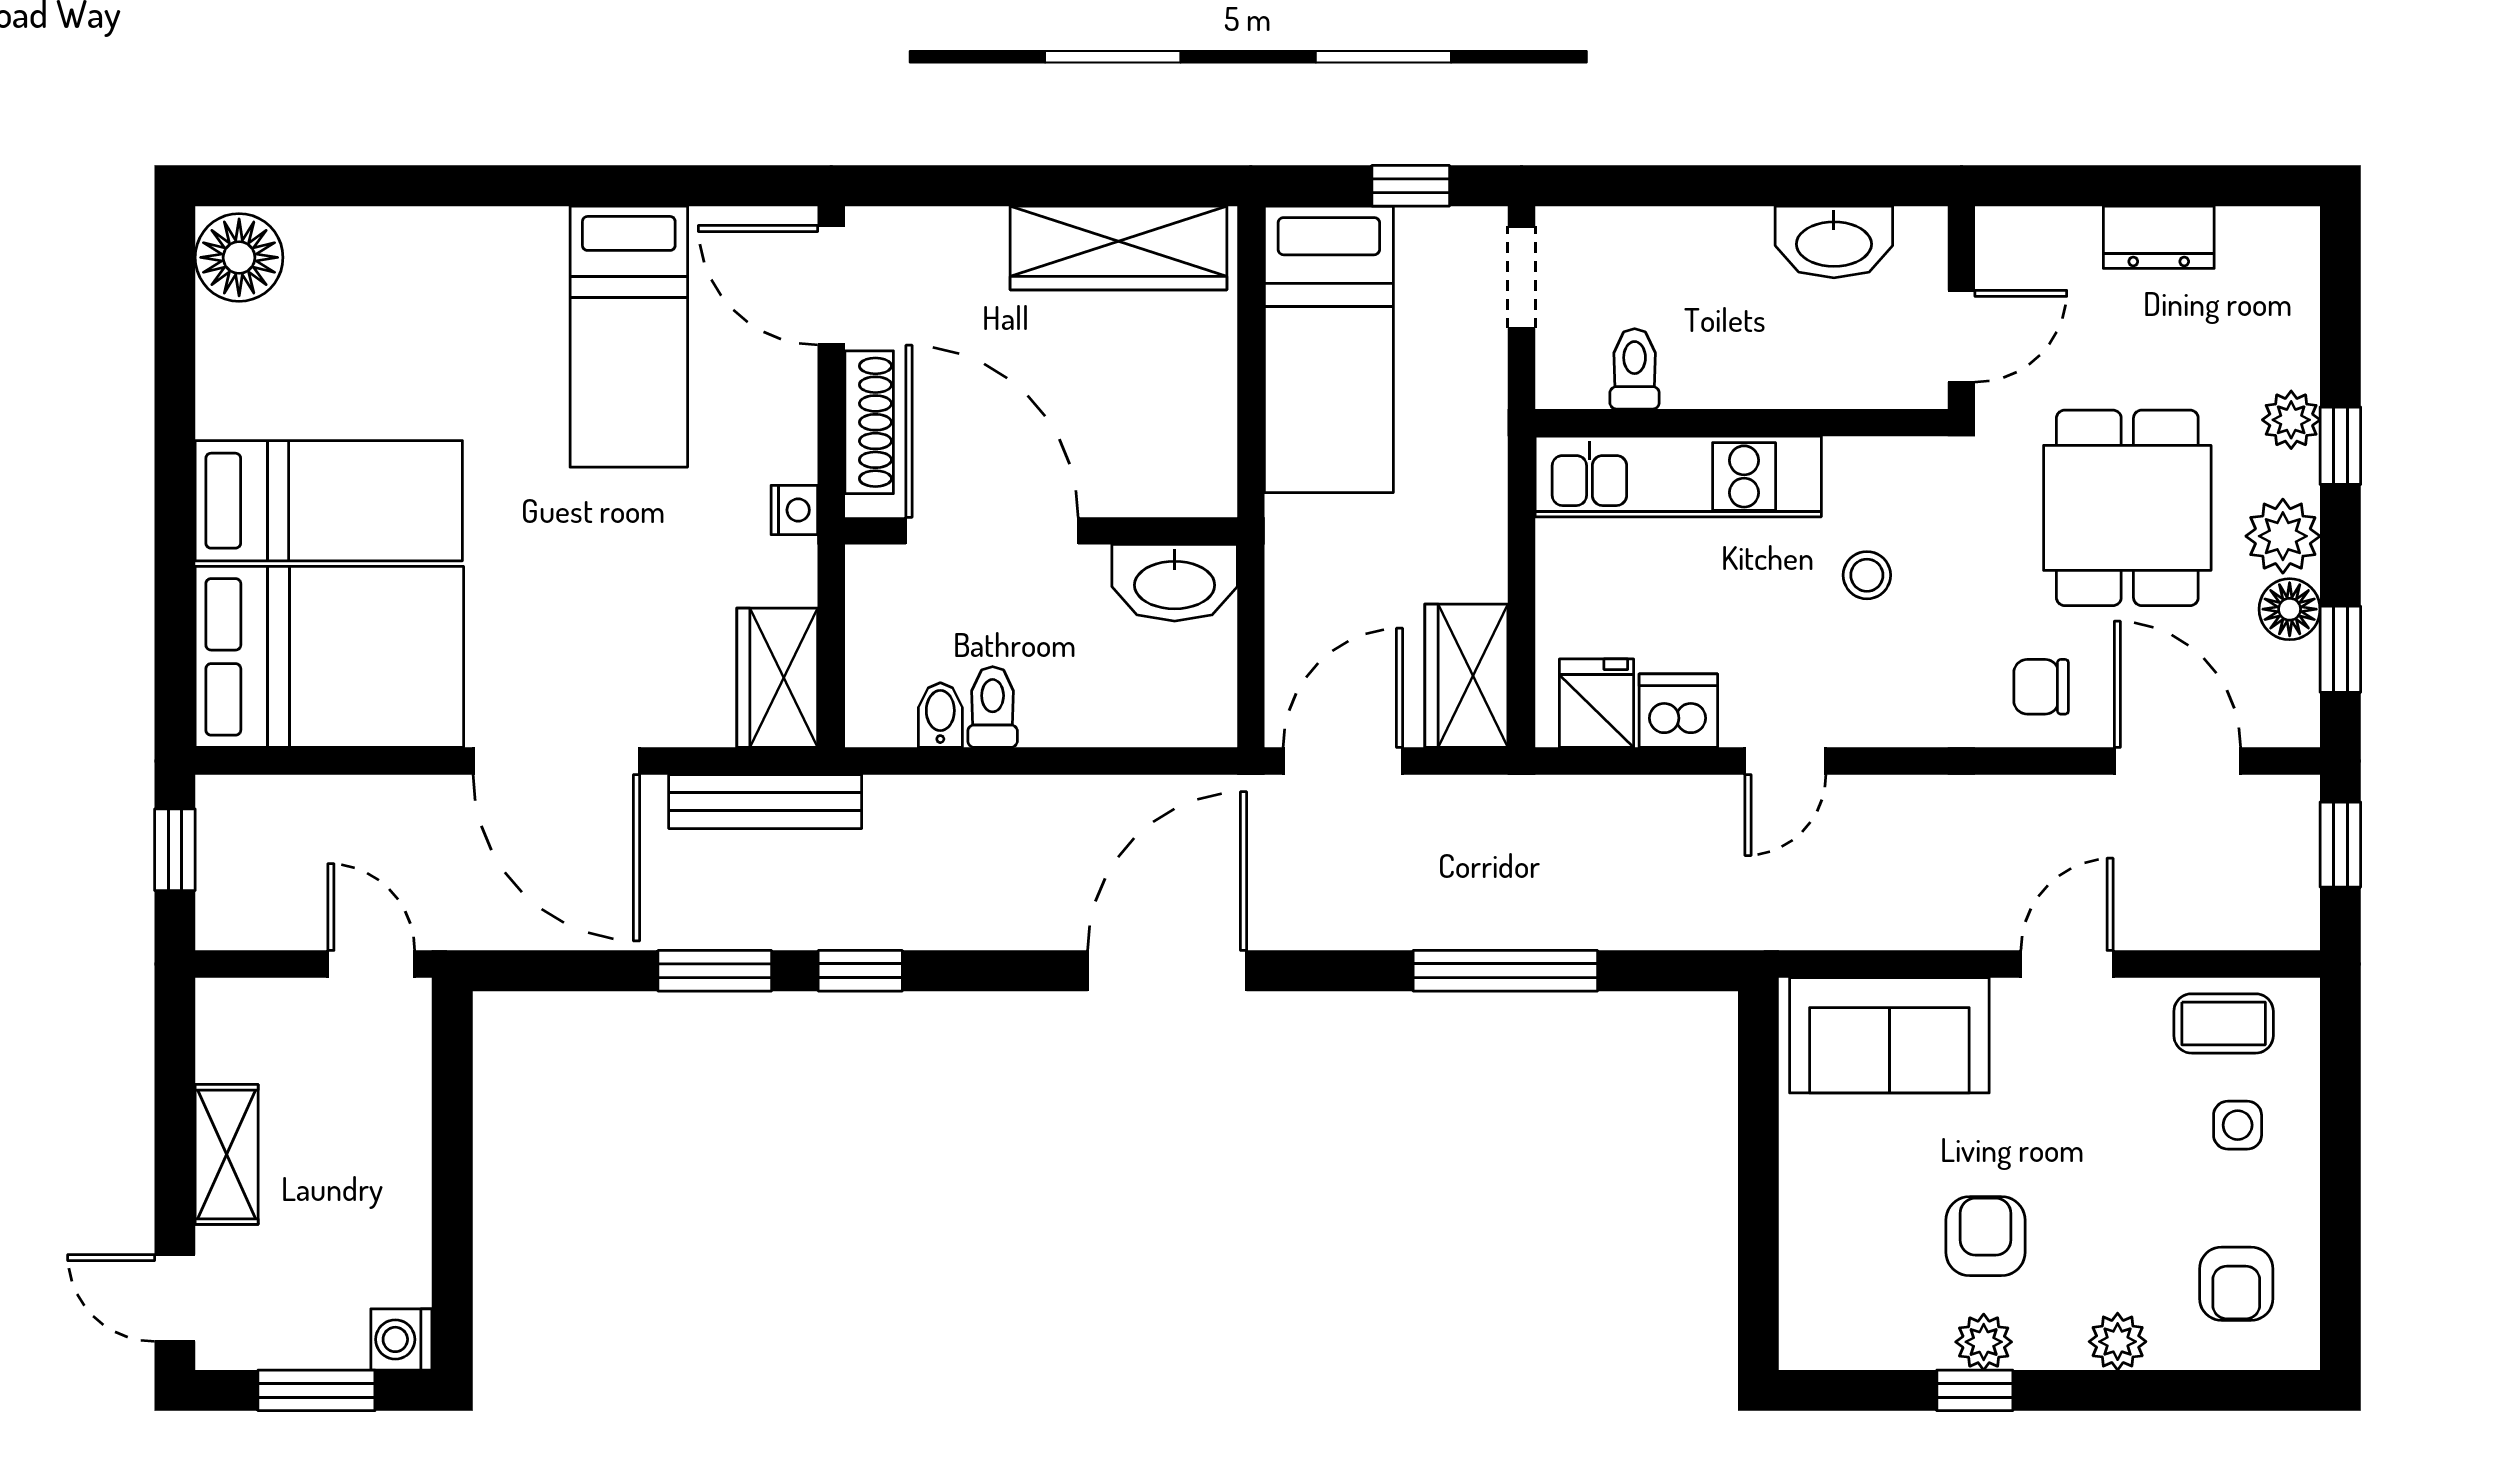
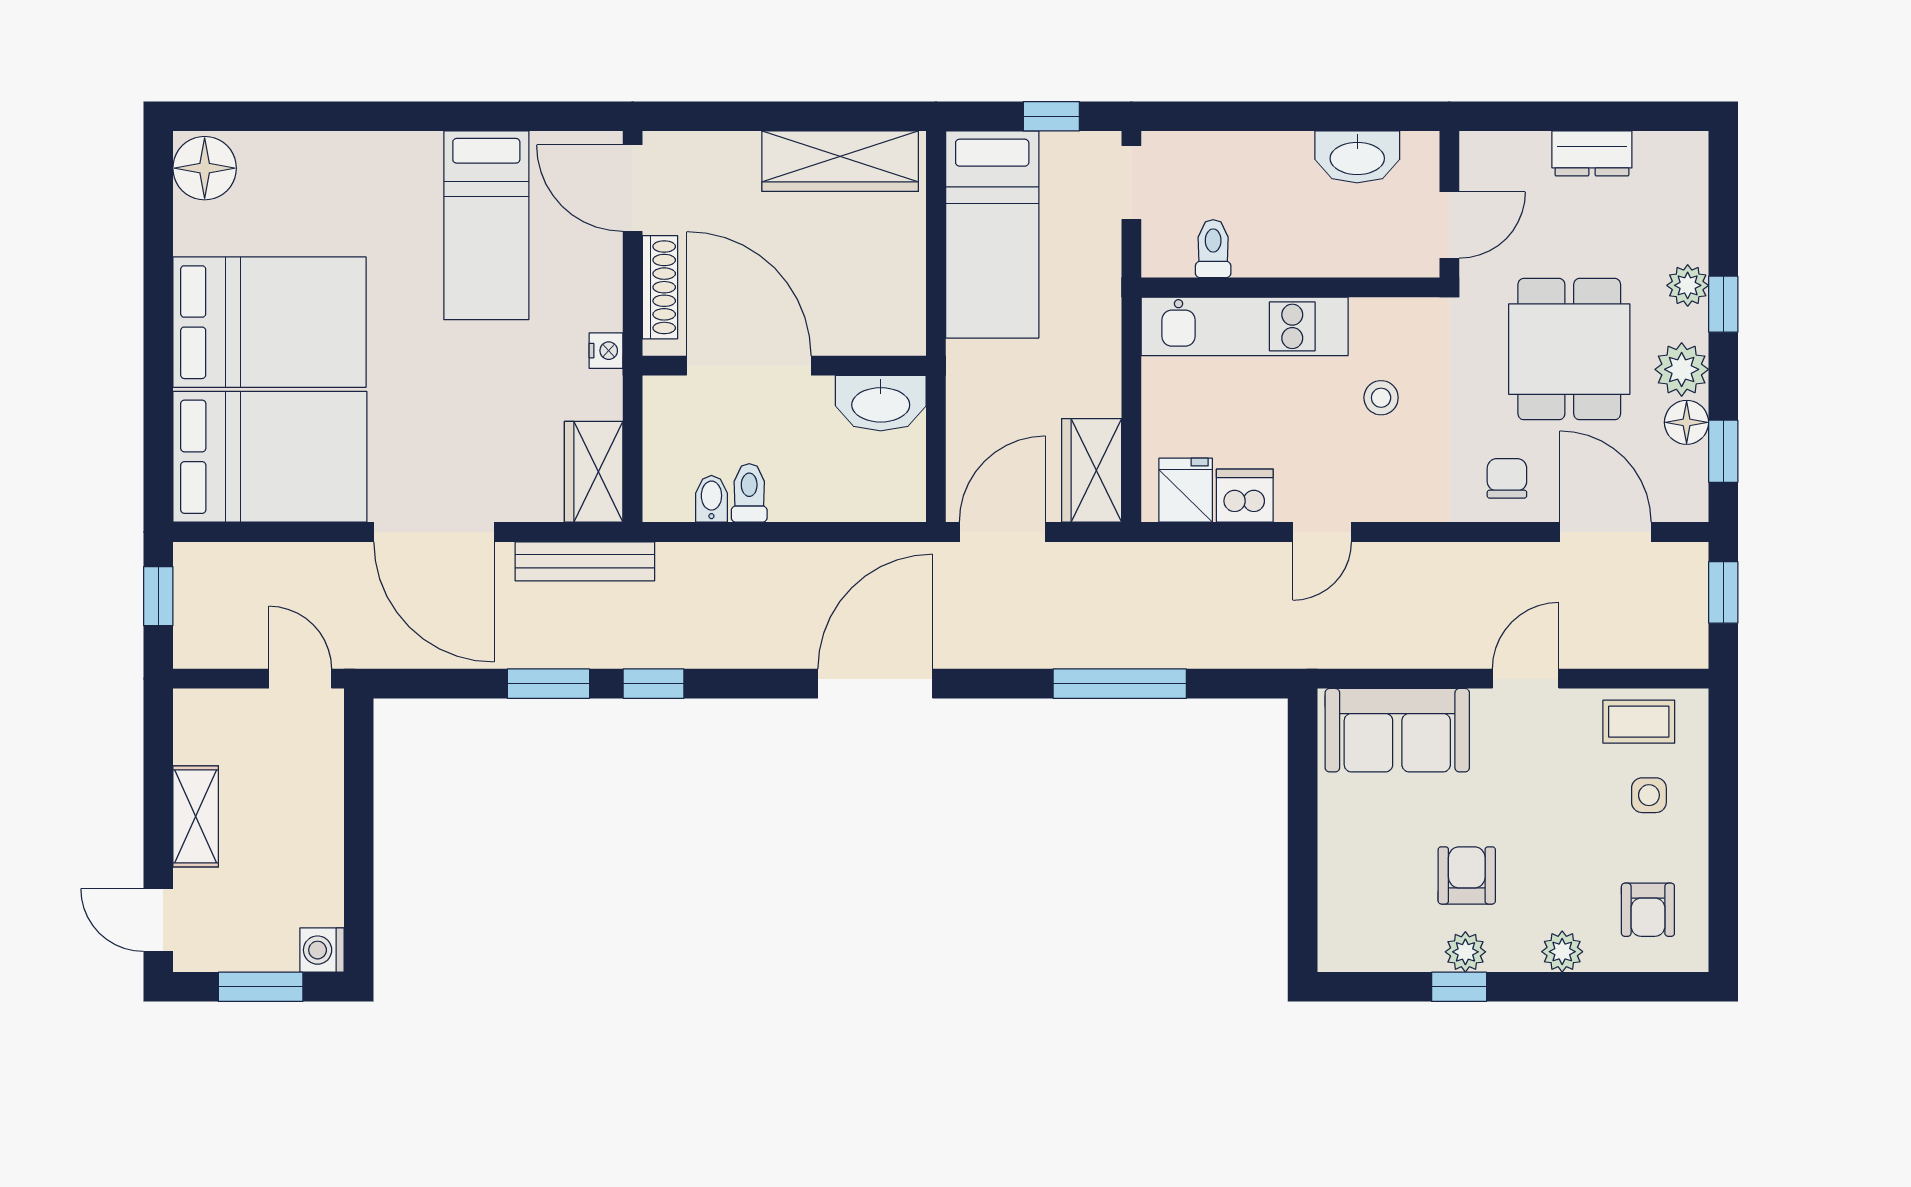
bed: (329, 501) -> (270, 322), width x1.50
chair: (2041, 687) -> (1507, 478), turned 90

